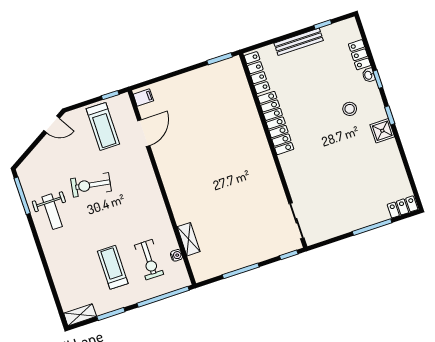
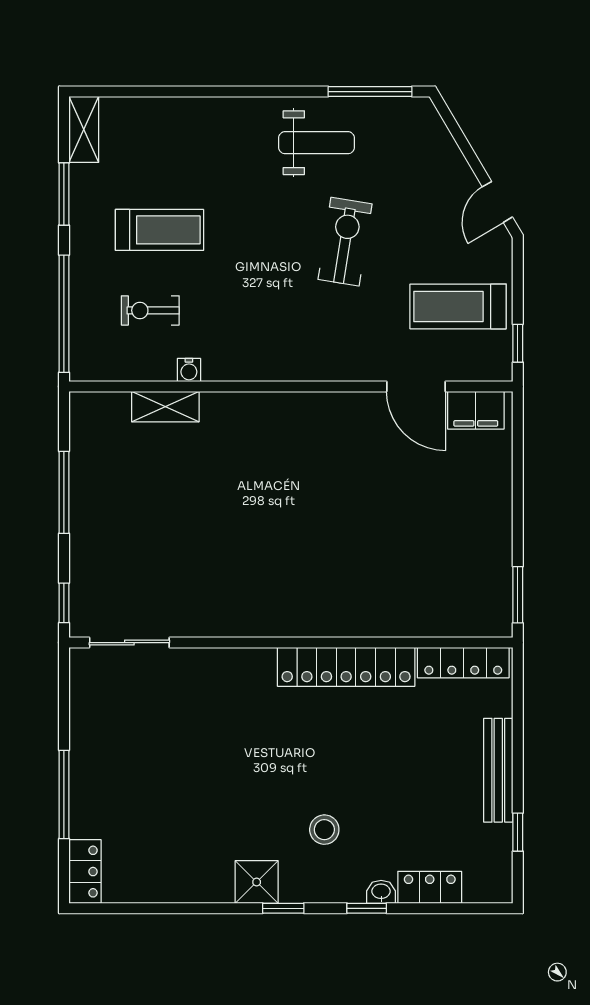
filing cabinet: (143, 98) -> (476, 410), width x2.00
weight bench: (52, 212) -> (317, 143), turned 180
water cooler: (176, 255) -> (189, 370), moved
exercise bike: (149, 260) -> (150, 310), width x0.73, depth x0.72

